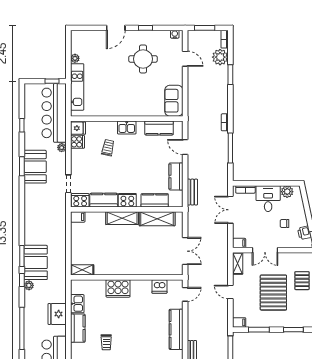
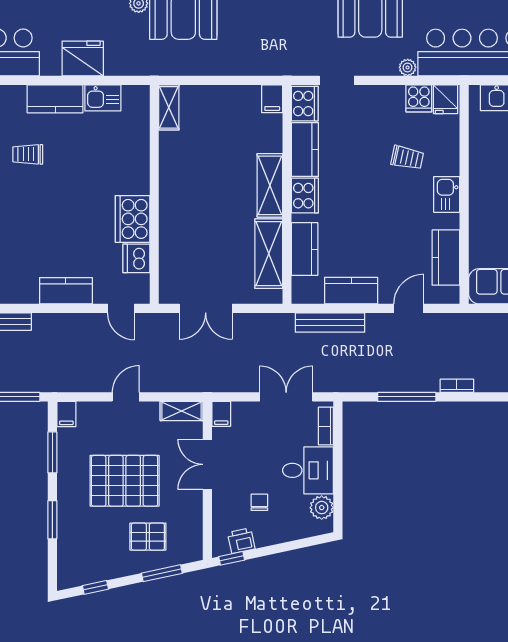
bench: (192, 192) -> (330, 323), width x1.36
cooker: (118, 288) -> (133, 219), moved
kitchen counter: (176, 329) -> (66, 291), width x0.67

